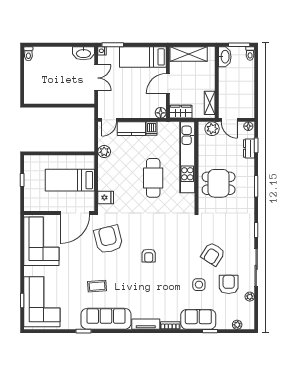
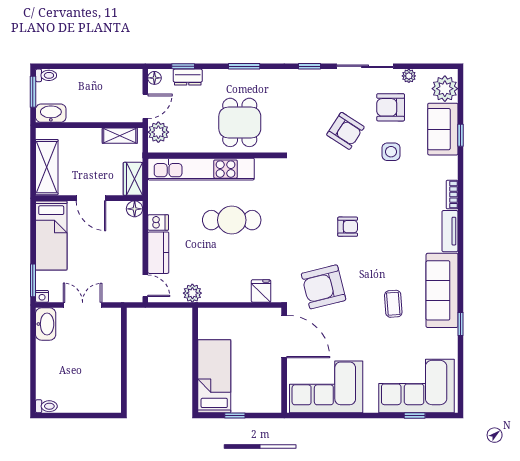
bed: (70, 180) -> (214, 376), moved, turned 180
sofa: (198, 319) -> (443, 129), moved
plant: (237, 325) -> (445, 89), width x1.87, depth x1.87

